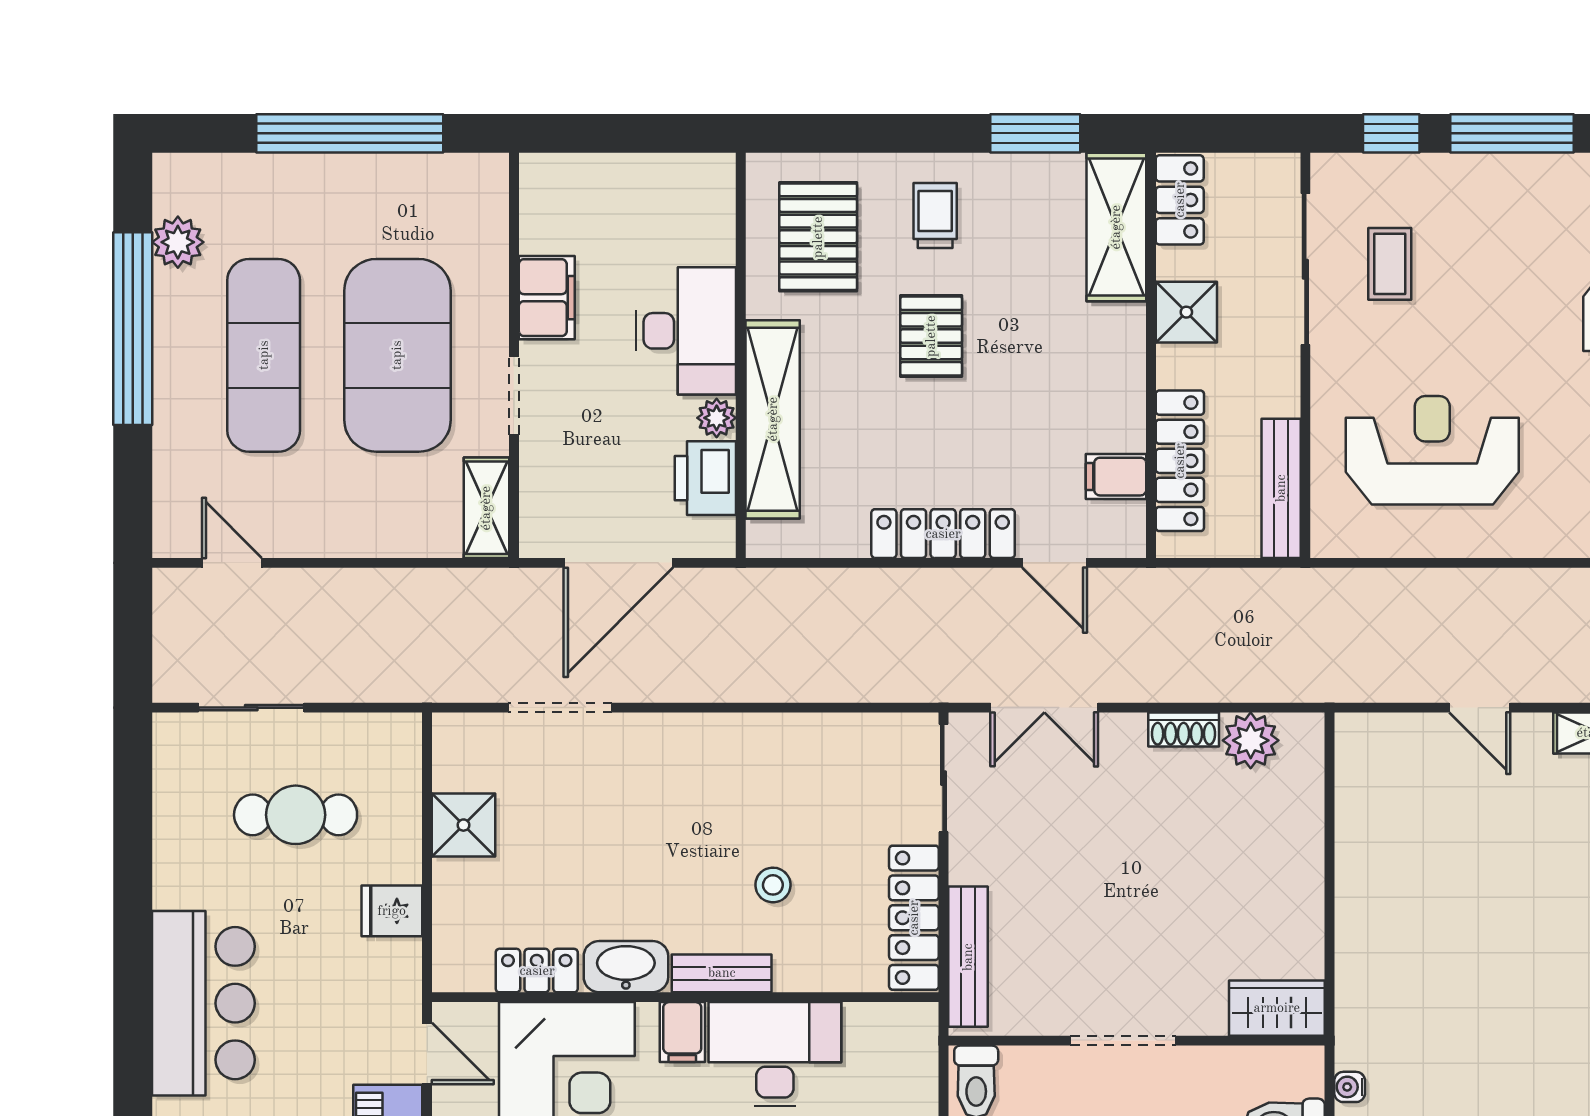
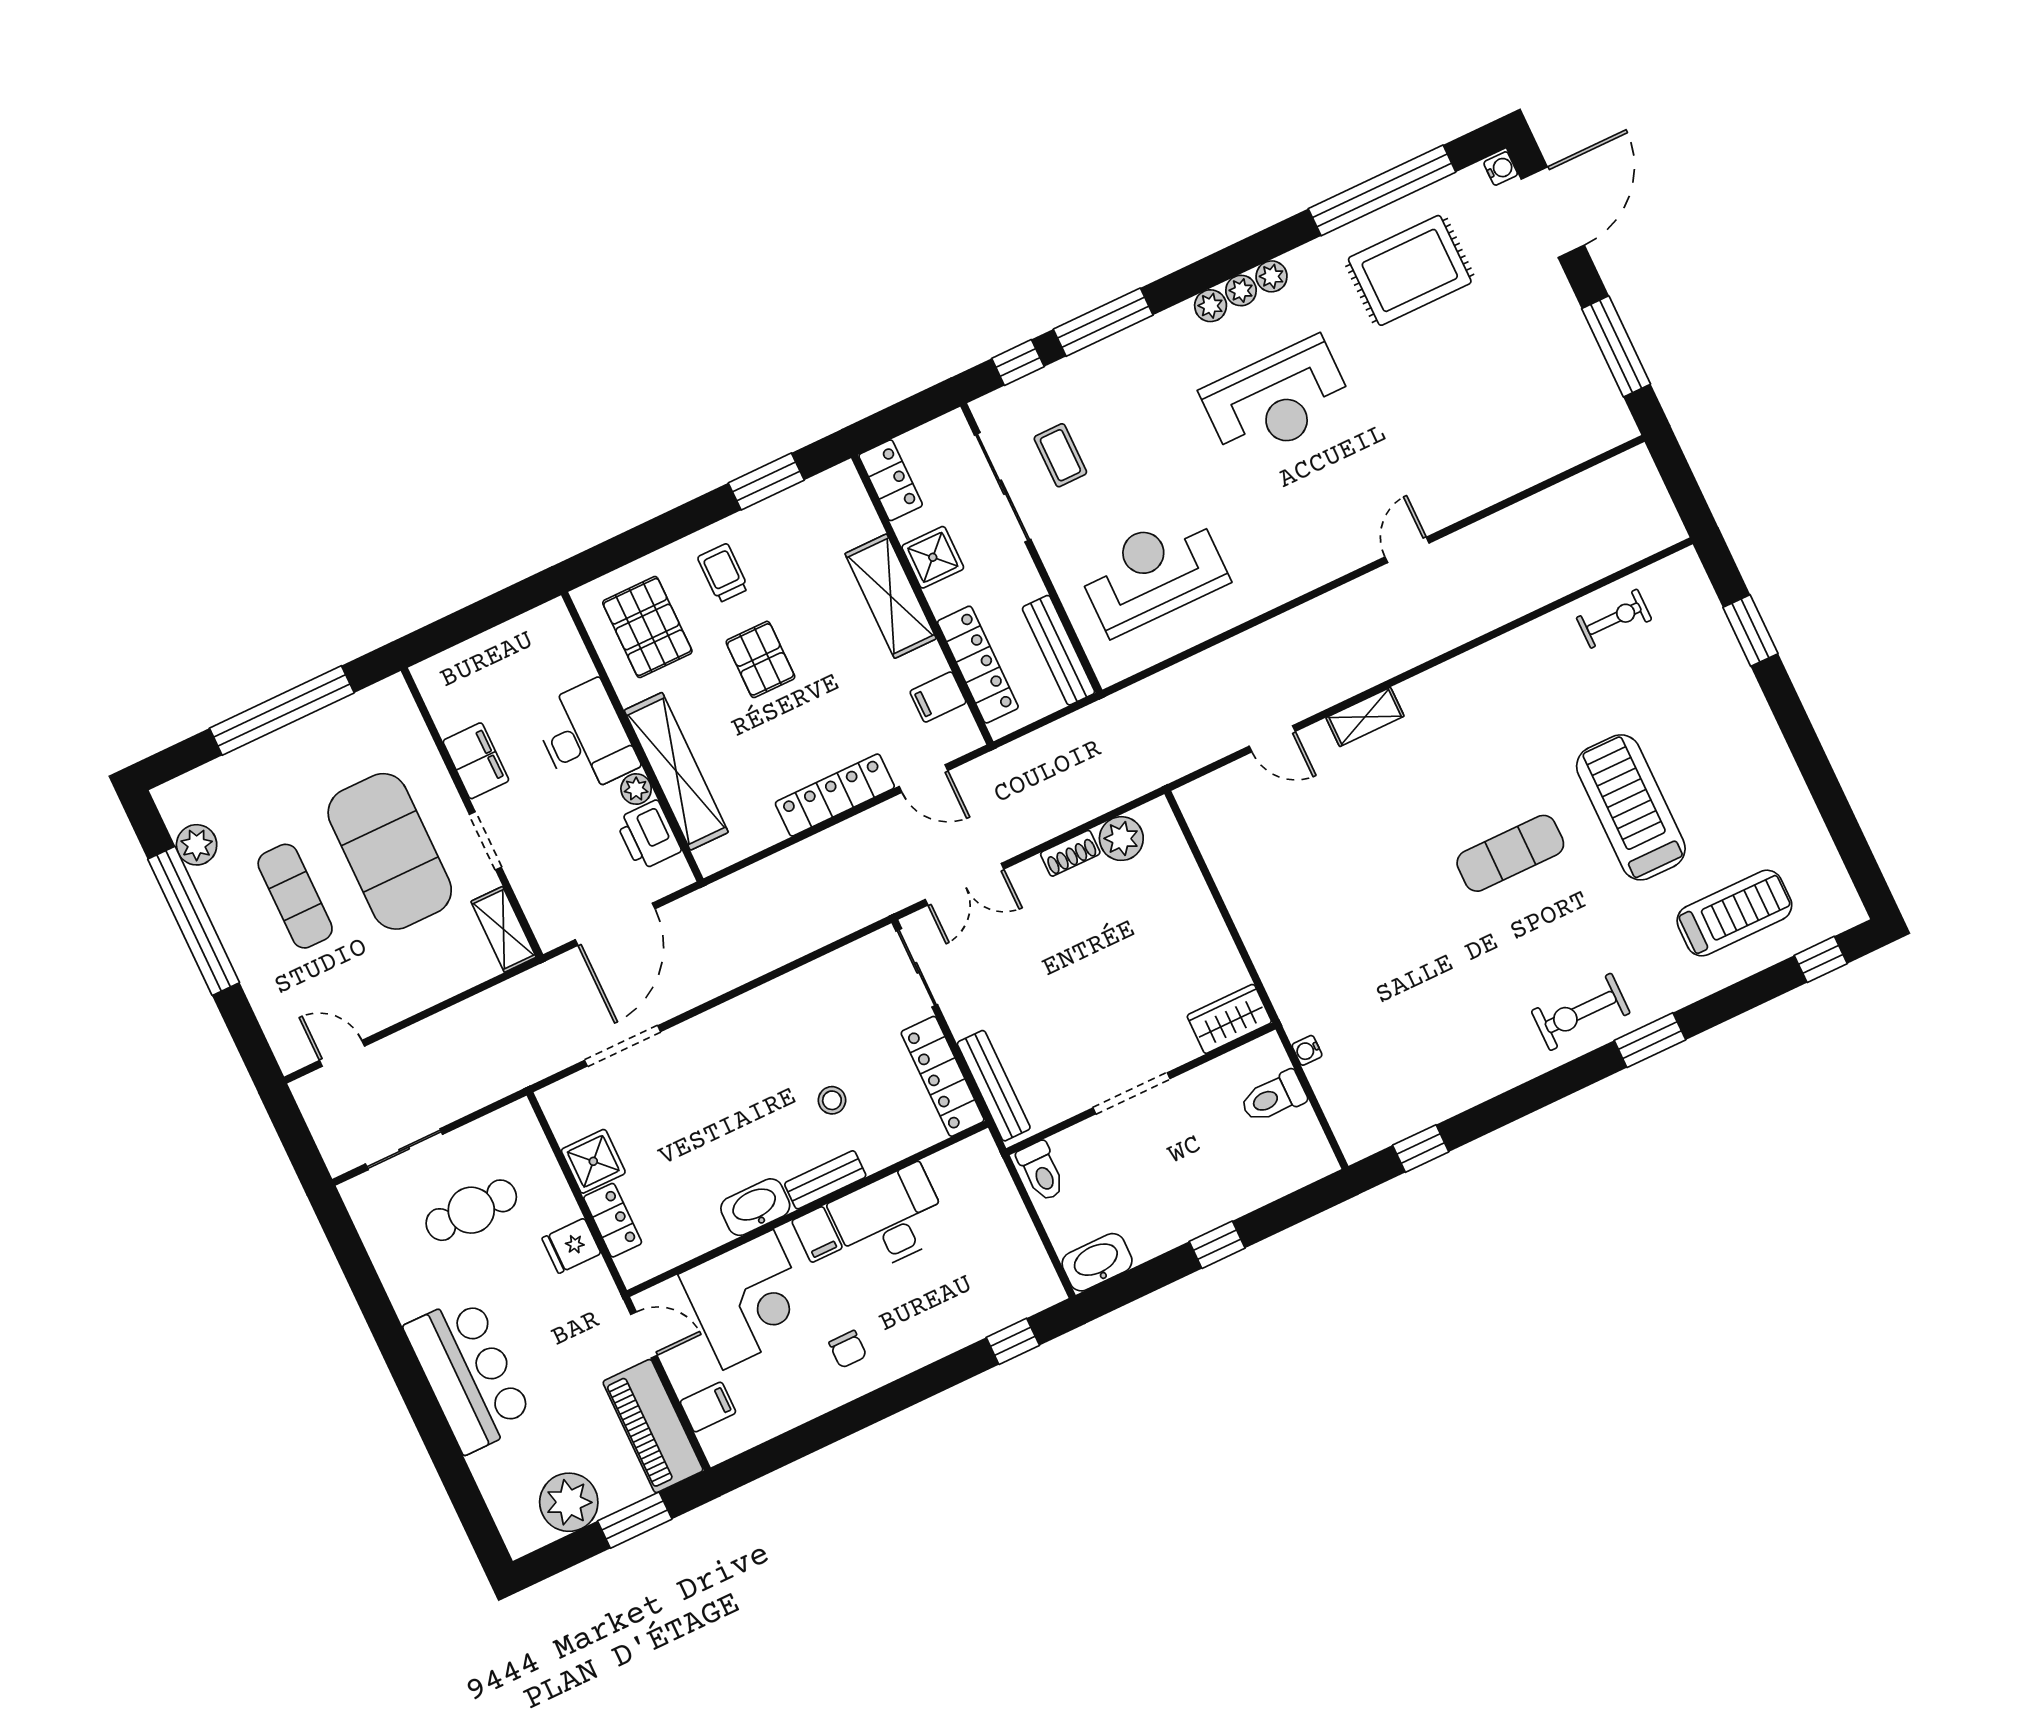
shelving: (1116, 227) -> (891, 596), moved
exercise mat: (264, 355) -> (295, 896), width x0.73, depth x0.69
locker: (537, 971) -> (613, 1220), moved, turned 90

